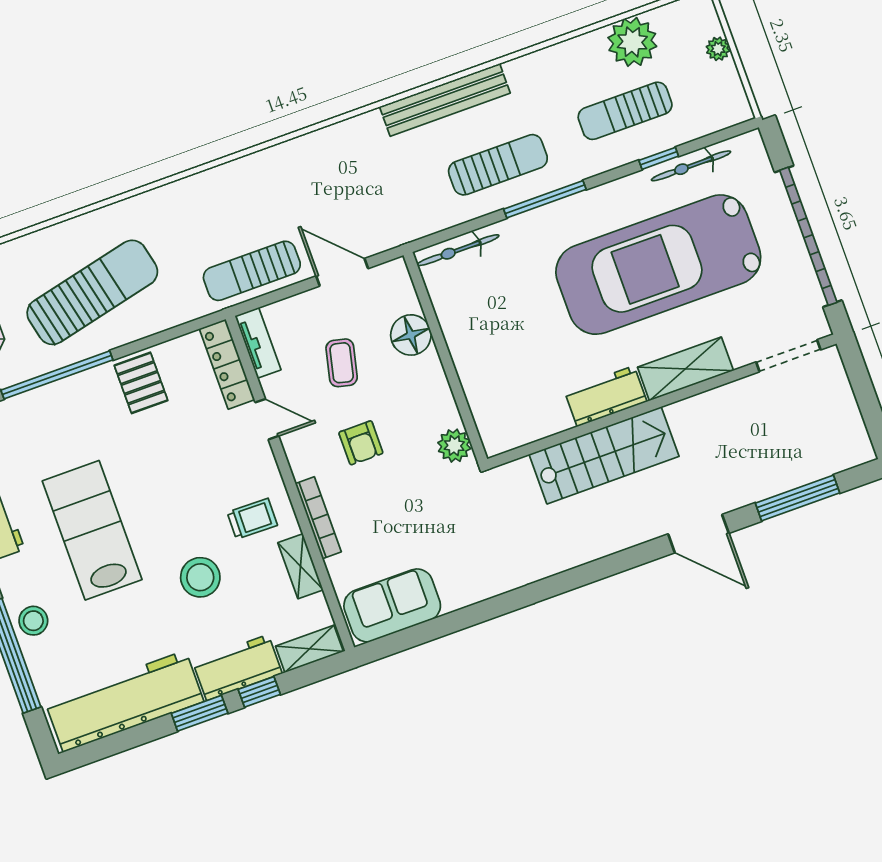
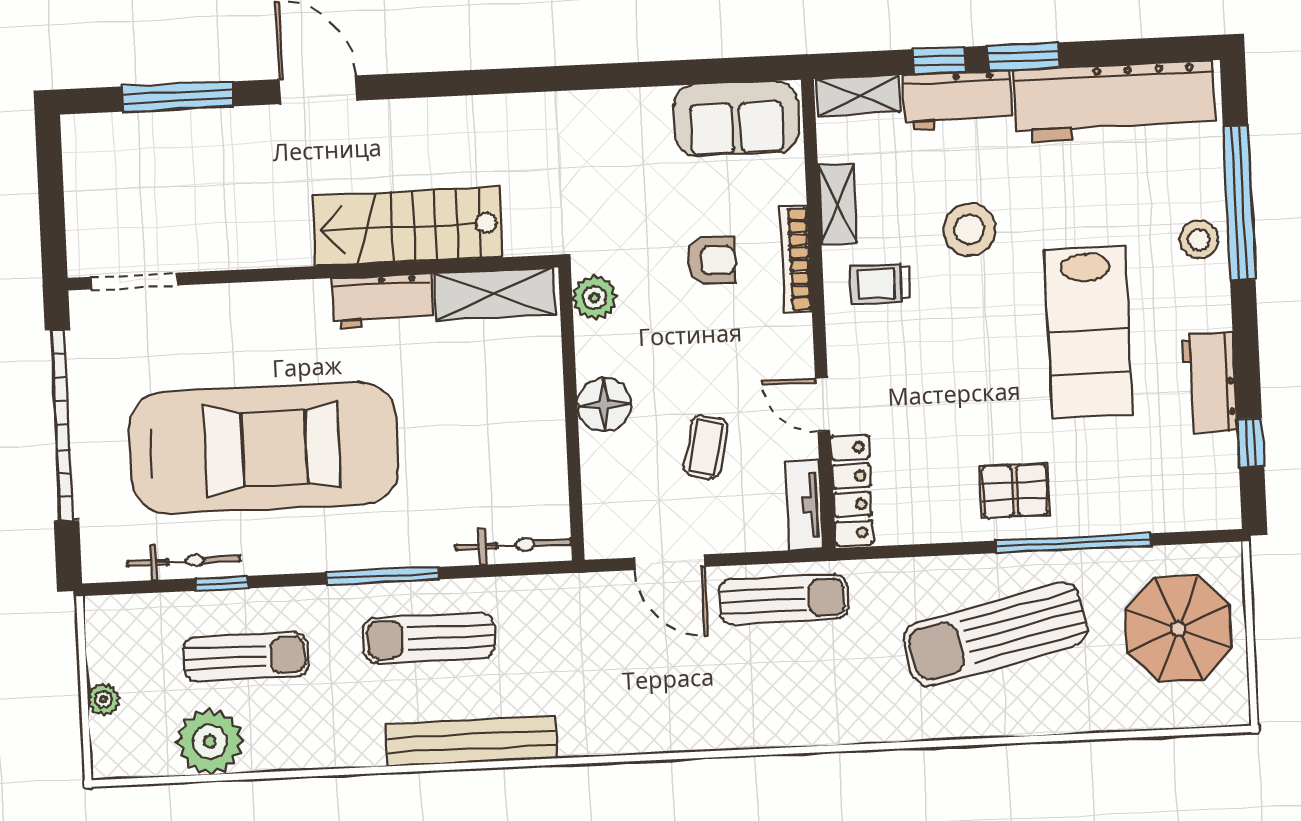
floor lamp: (411, 335) -> (604, 405), moved
shelving: (685, 369) -> (495, 294), moved
pallet: (141, 383) -> (1015, 491), moved, turned 90
armchair: (361, 443) -> (712, 261), moved, turned 90

